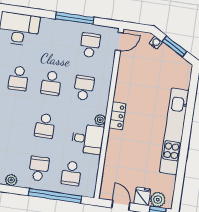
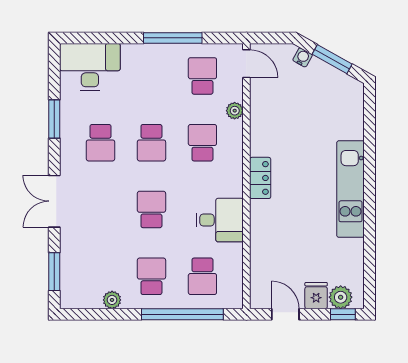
door: (119, 41) -> (246, 64), hinge flipped
plant: (100, 120) -> (235, 111), moved
school desk: (45, 126) -> (151, 209), turned 180
kitchen unit: (174, 131) -> (351, 189), width x0.73

